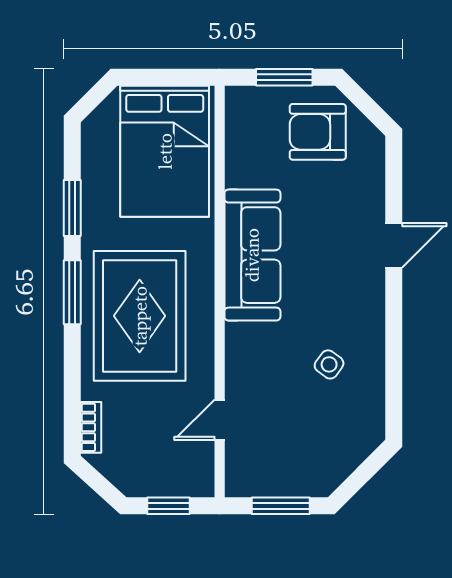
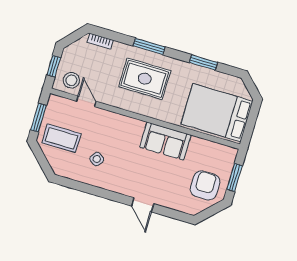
sofa: (252, 255) -> (165, 141), width x0.73
window: (72, 292) -> (149, 46), moved
rug: (140, 316) -> (145, 79), width x0.73, depth x0.69
coffee table: (308, 448) -> (61, 138), added
stool: (186, 462) -> (71, 80), added

